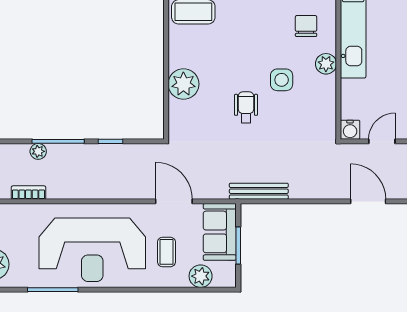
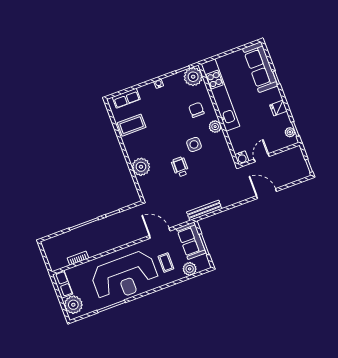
plant: (38, 151) -> (75, 234), removed

